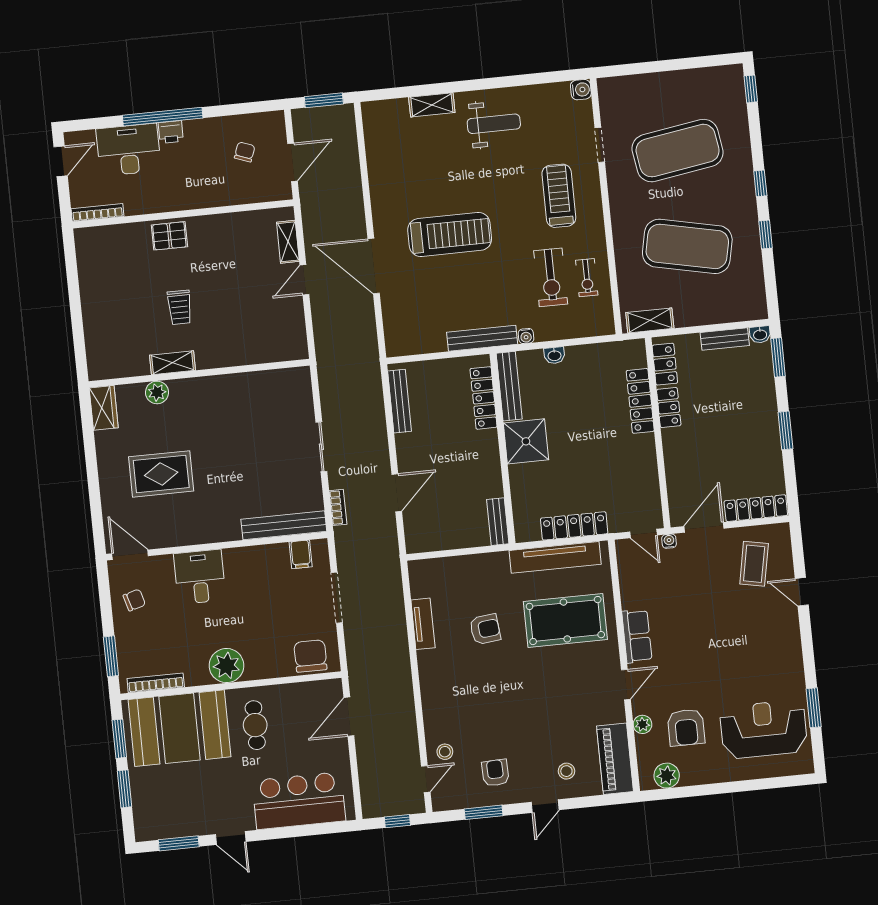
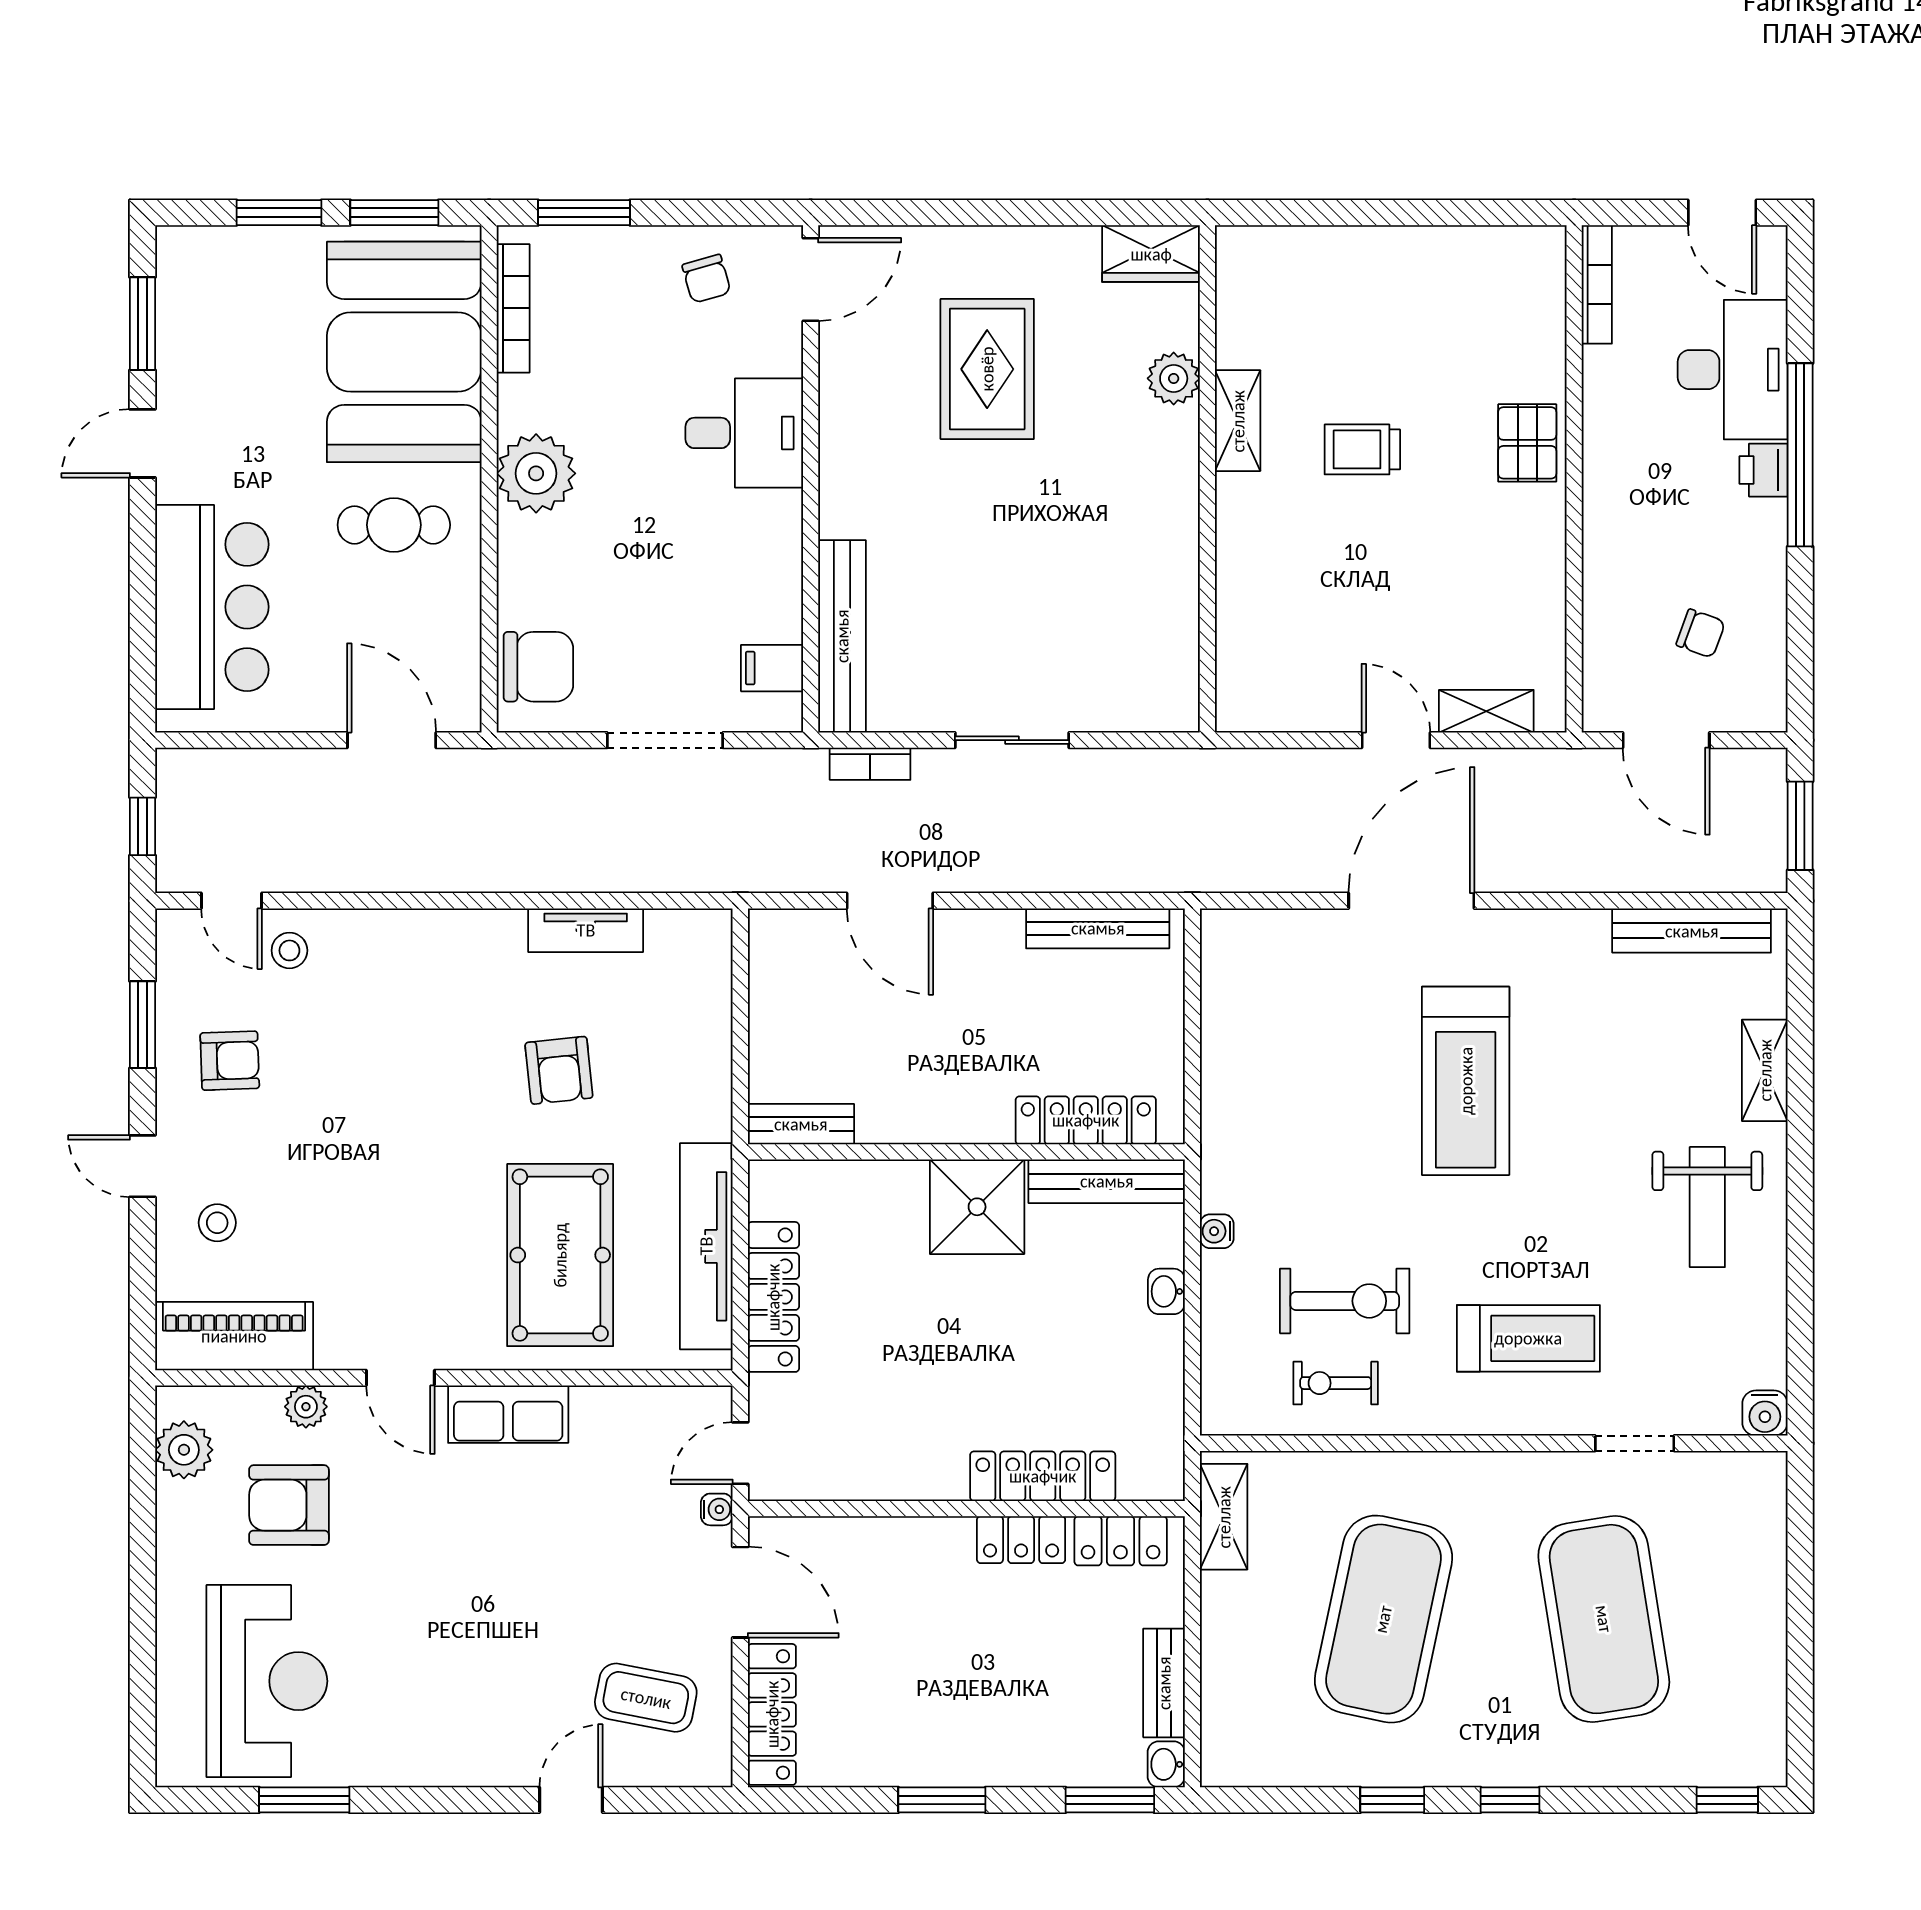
exercise bike: (551, 277) -> (1345, 1301), turned 180
bench: (482, 338) -> (1692, 931), moved, turned 90

